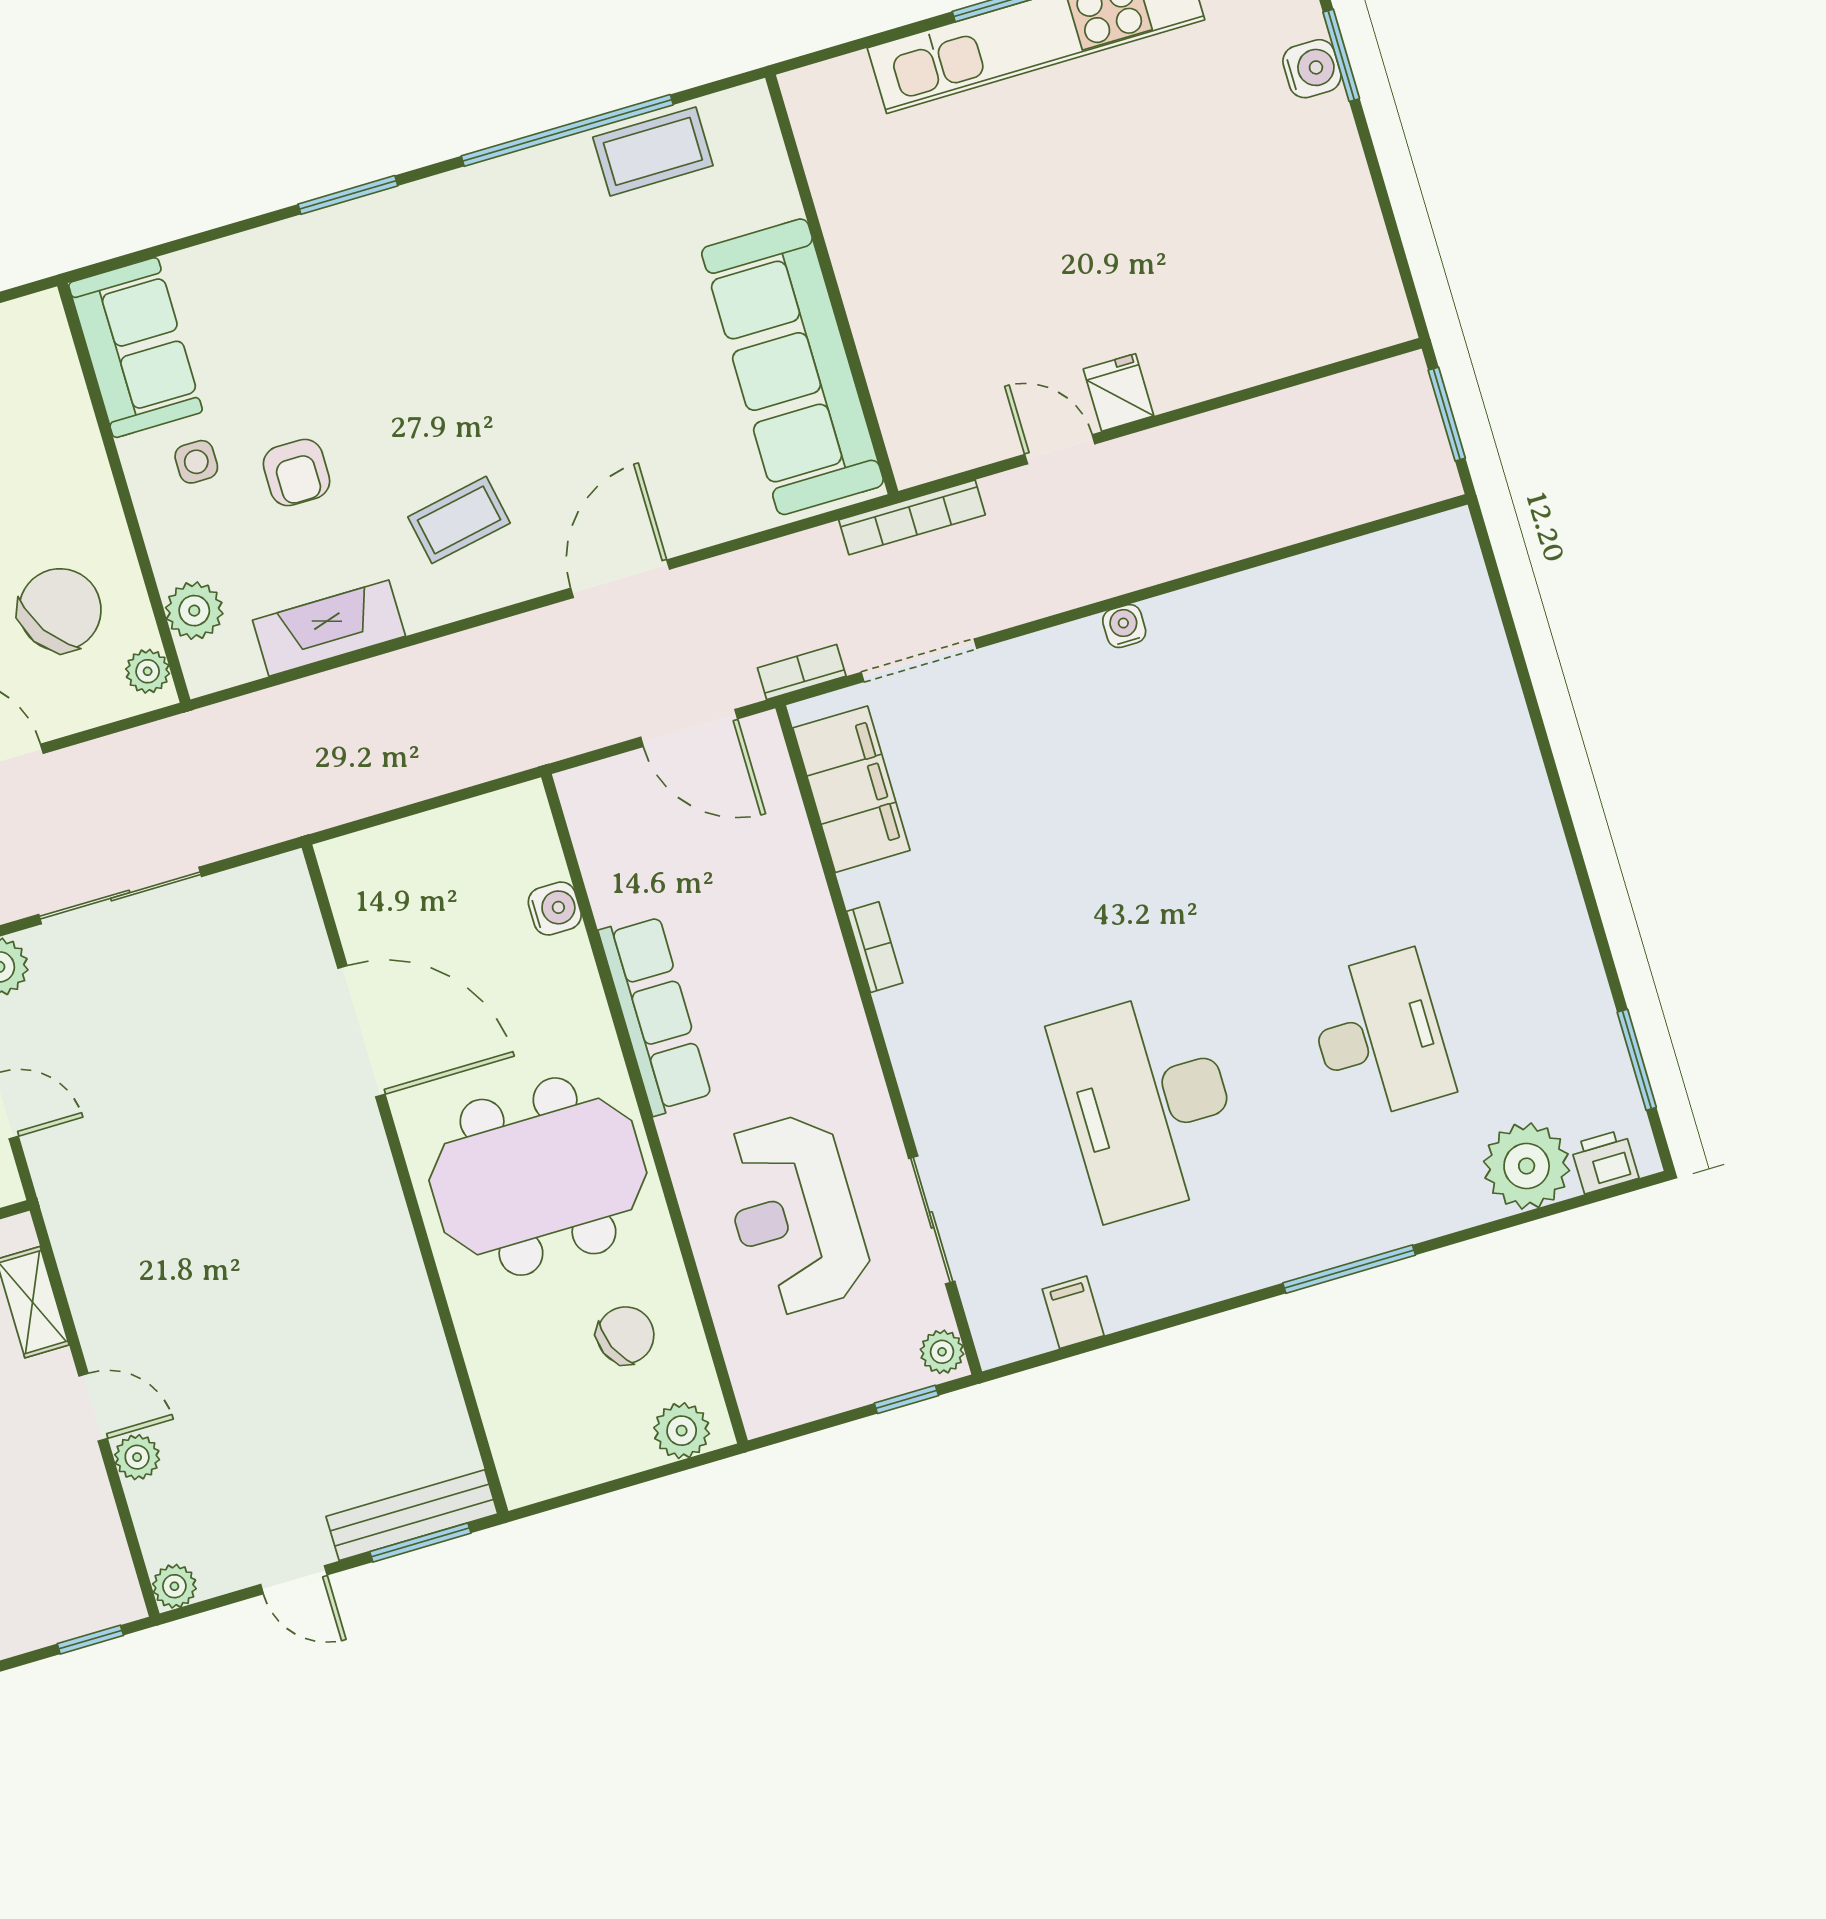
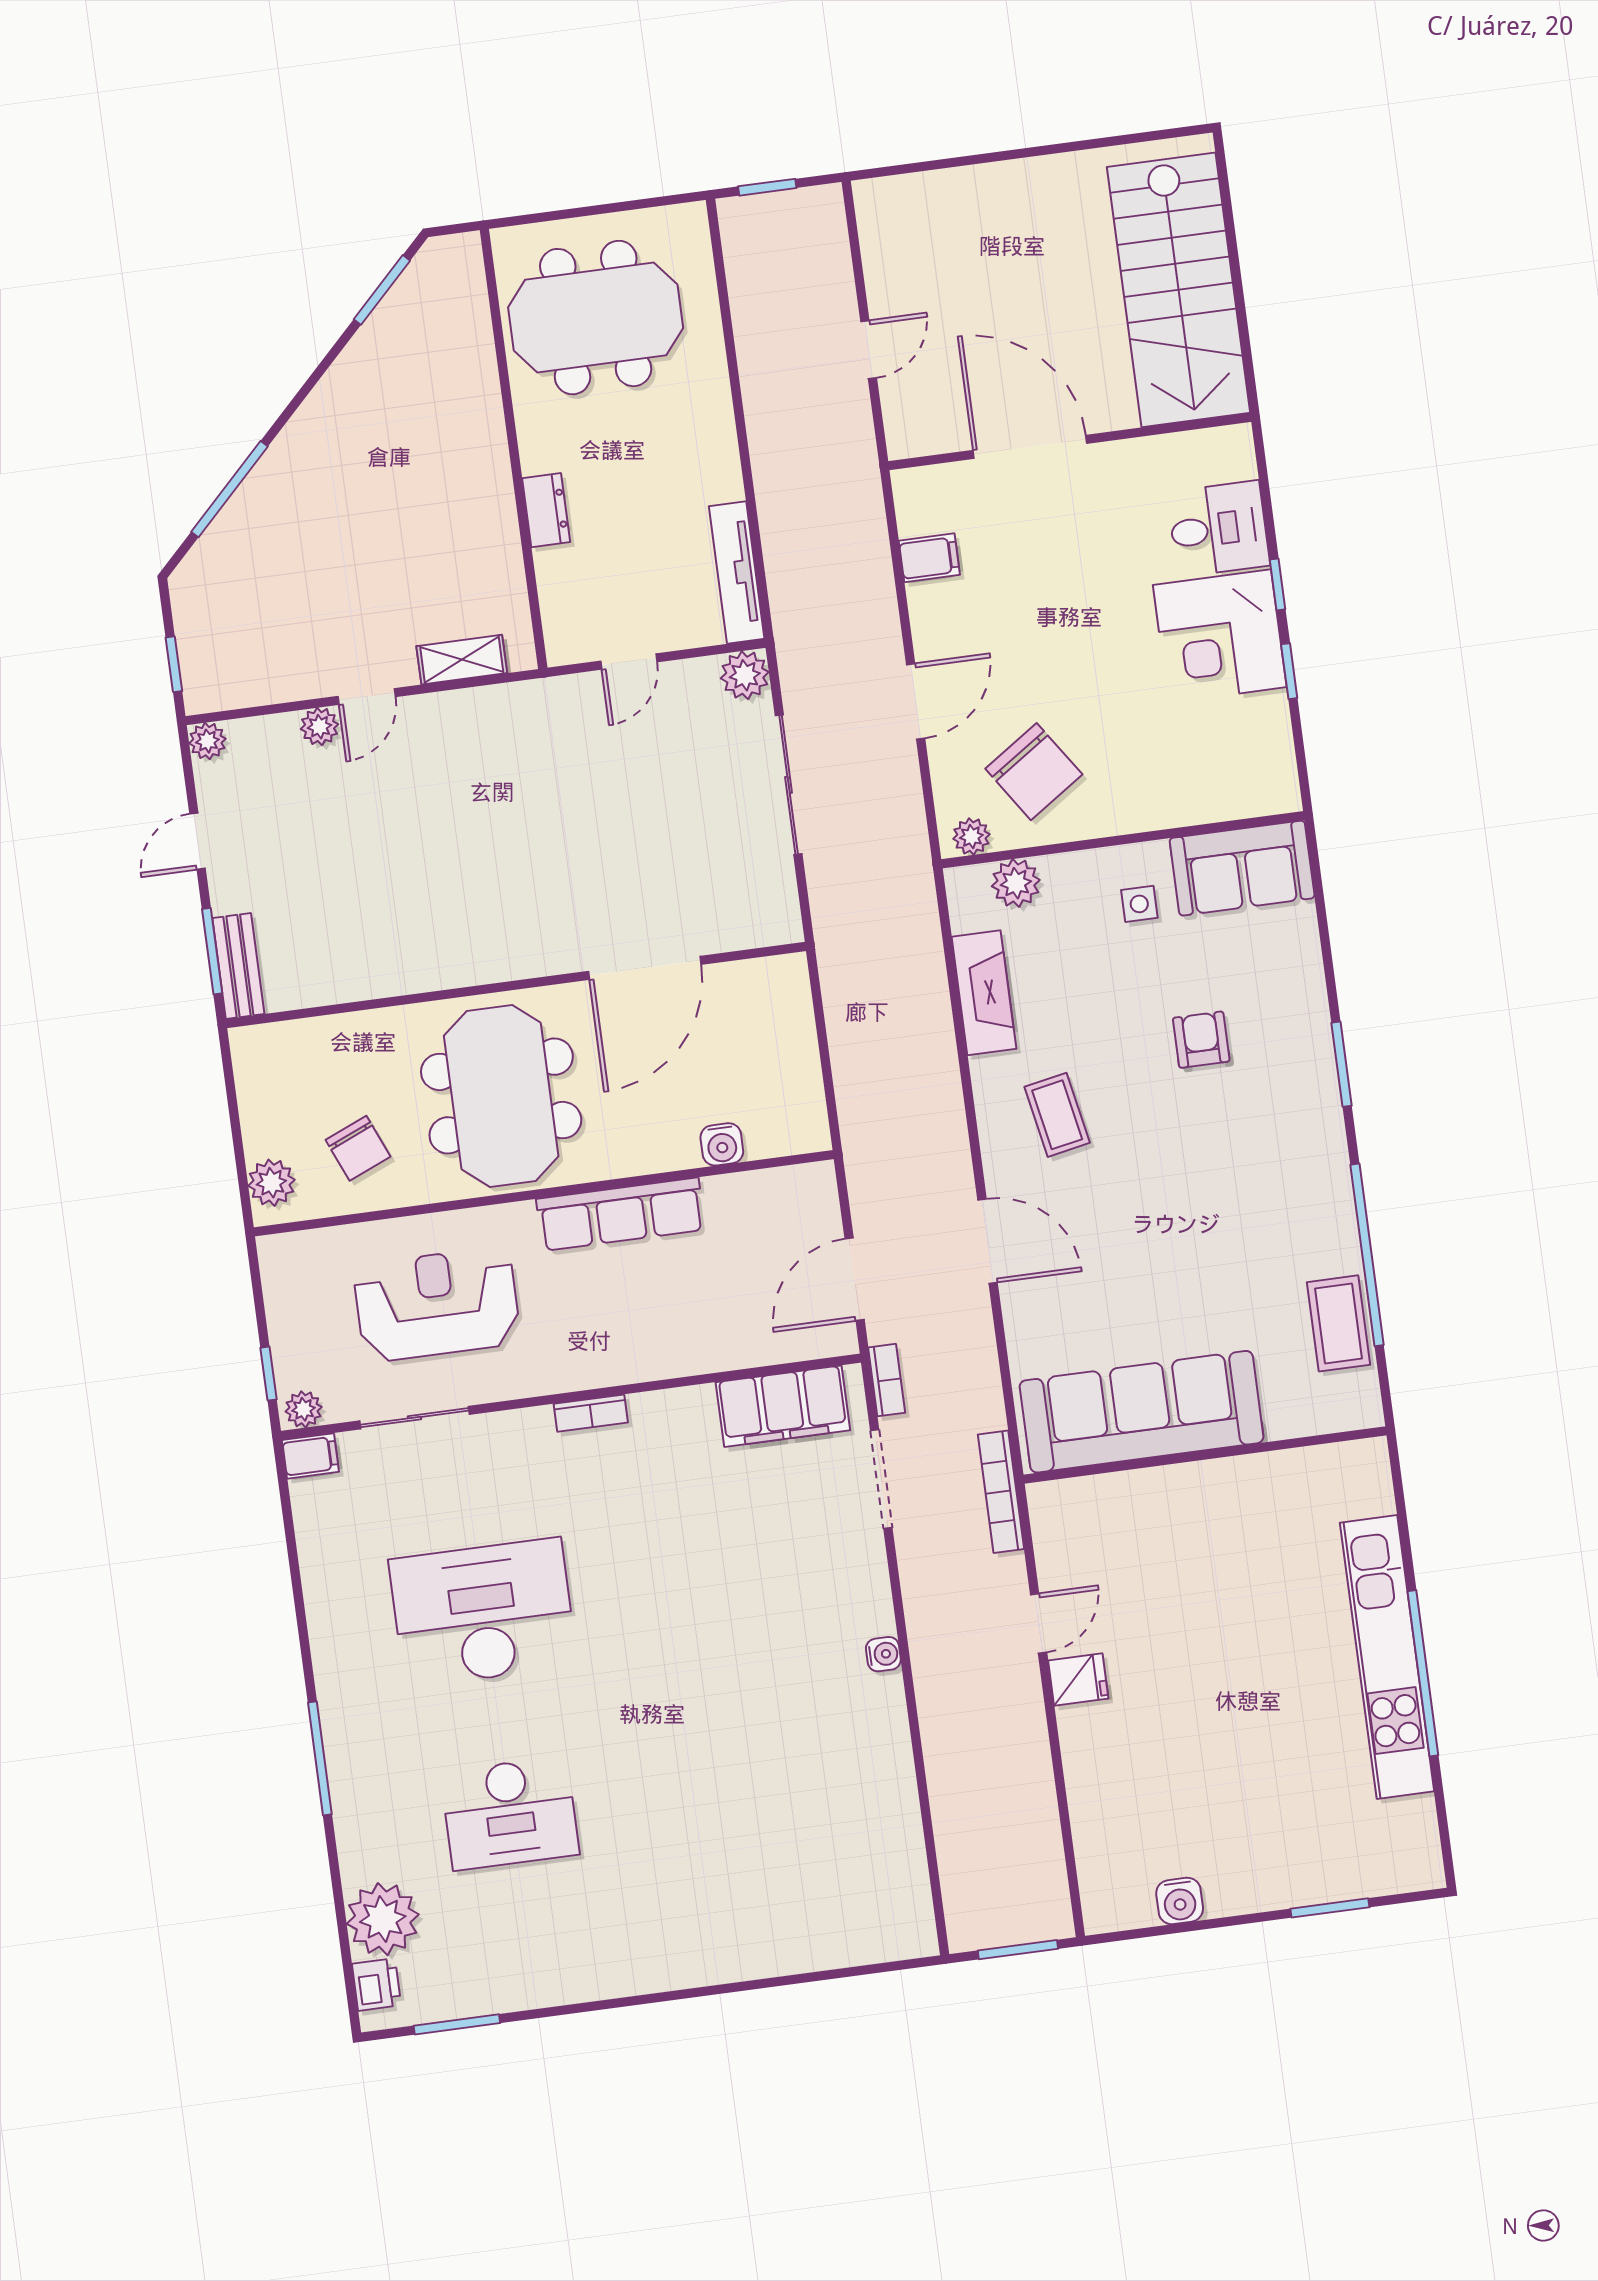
water cooler: (1312, 69) -> (1180, 1901), moved
armchair: (296, 473) -> (1201, 1040), moved, turned 90
bookcase: (875, 947) -> (591, 1413), moved
filing cabinet: (1073, 1312) -> (310, 1456), moved
bench: (412, 1515) -> (238, 966), width x0.73

